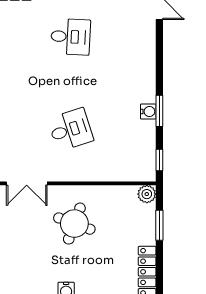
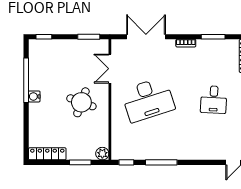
window: (159, 111) -> (161, 162), width x1.44
water cooler: (148, 112) -> (161, 155), removed
desk: (71, 130) -> (148, 100), width x1.87, depth x1.30

